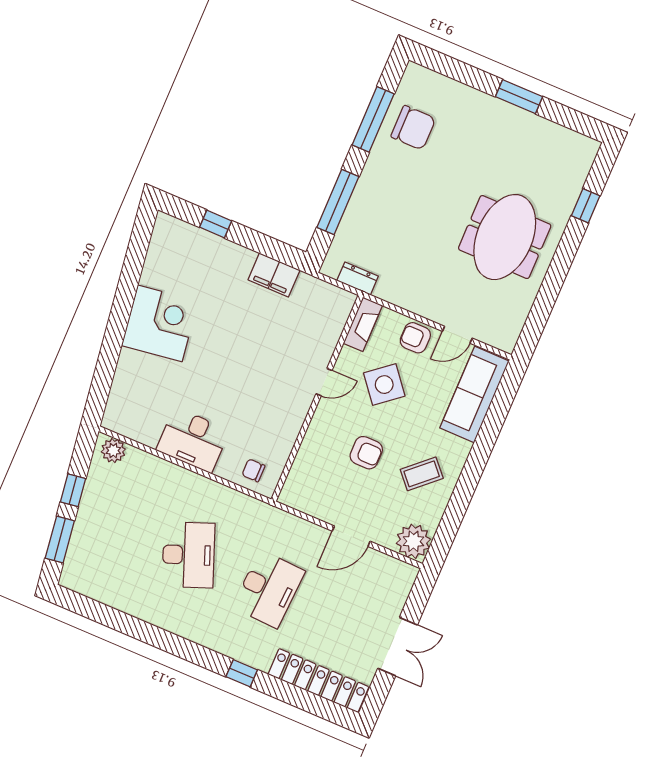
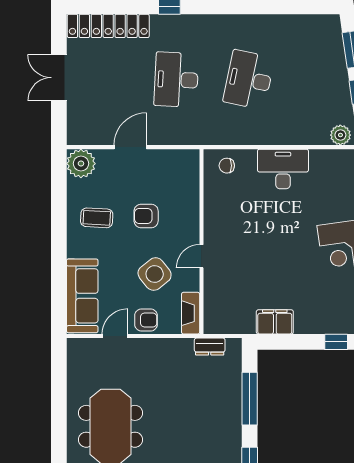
chair: (253, 470) -> (227, 166), turned 180
coffee table: (422, 474) -> (97, 218), turned 45
desk: (188, 555) -> (249, 80), turned 33

